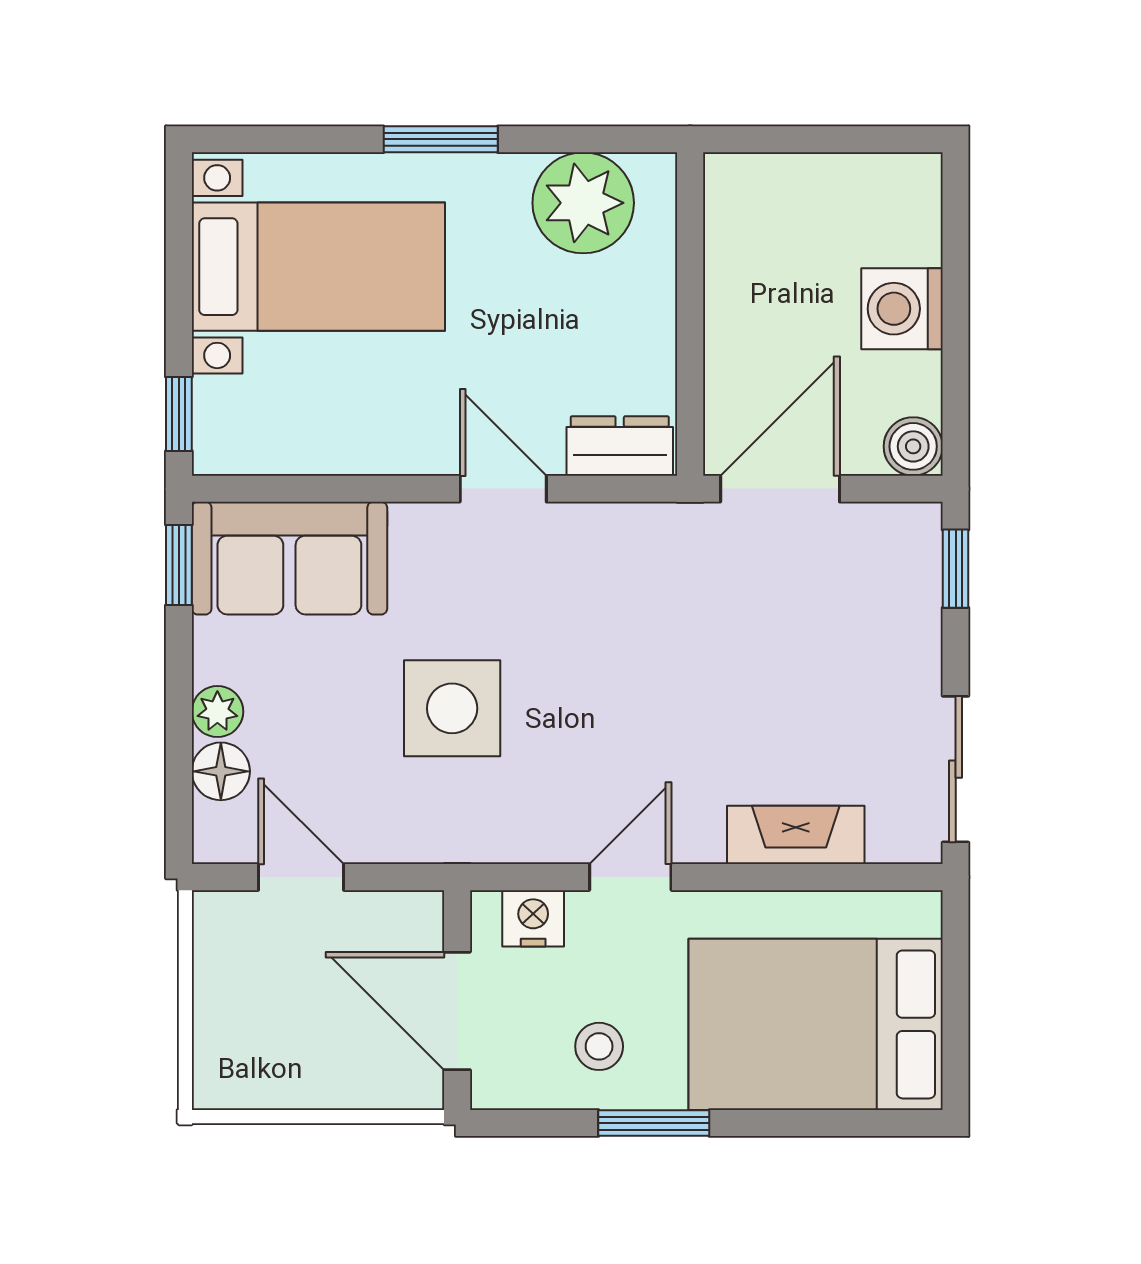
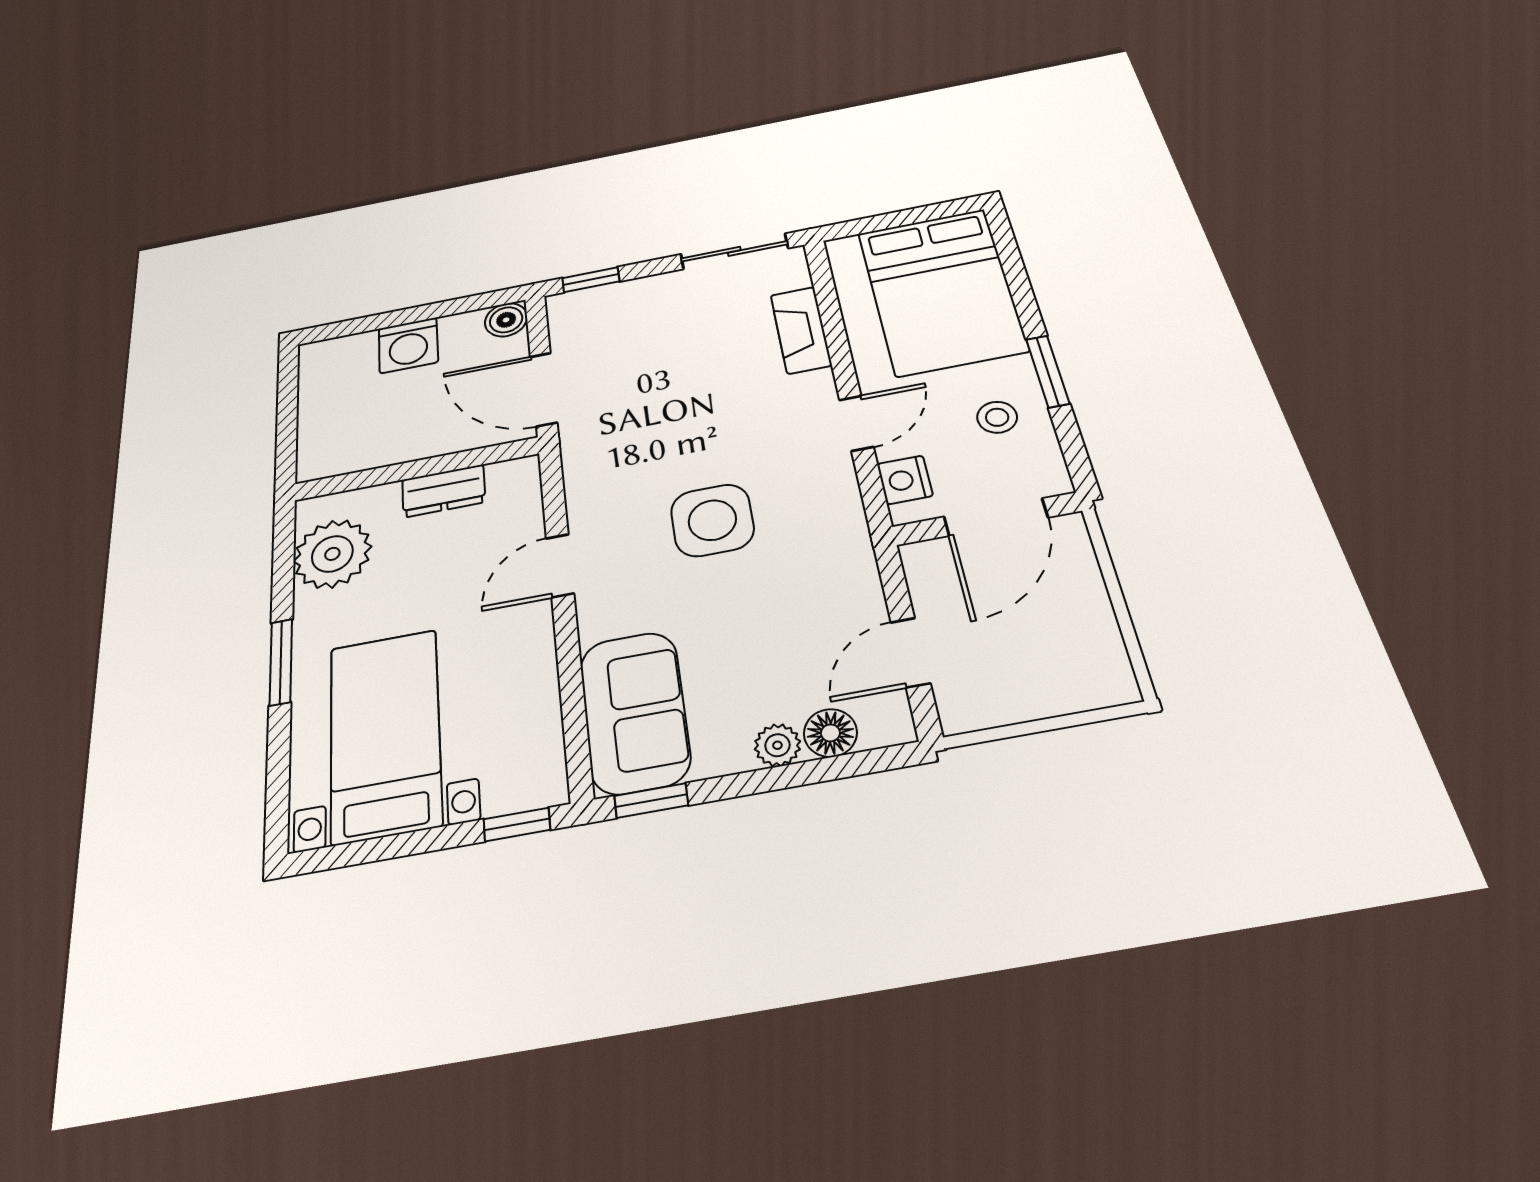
dresser: (620, 446) -> (444, 491), moved, turned -90
side table: (452, 708) -> (712, 520), moved
door: (630, 877) -> (856, 423), swing flipped

